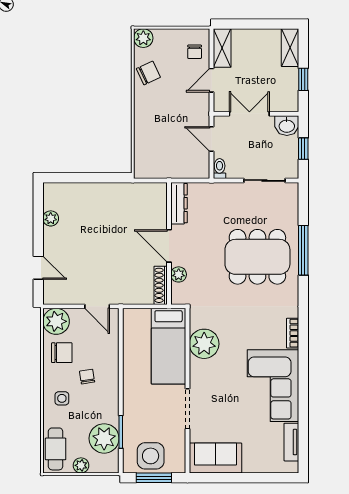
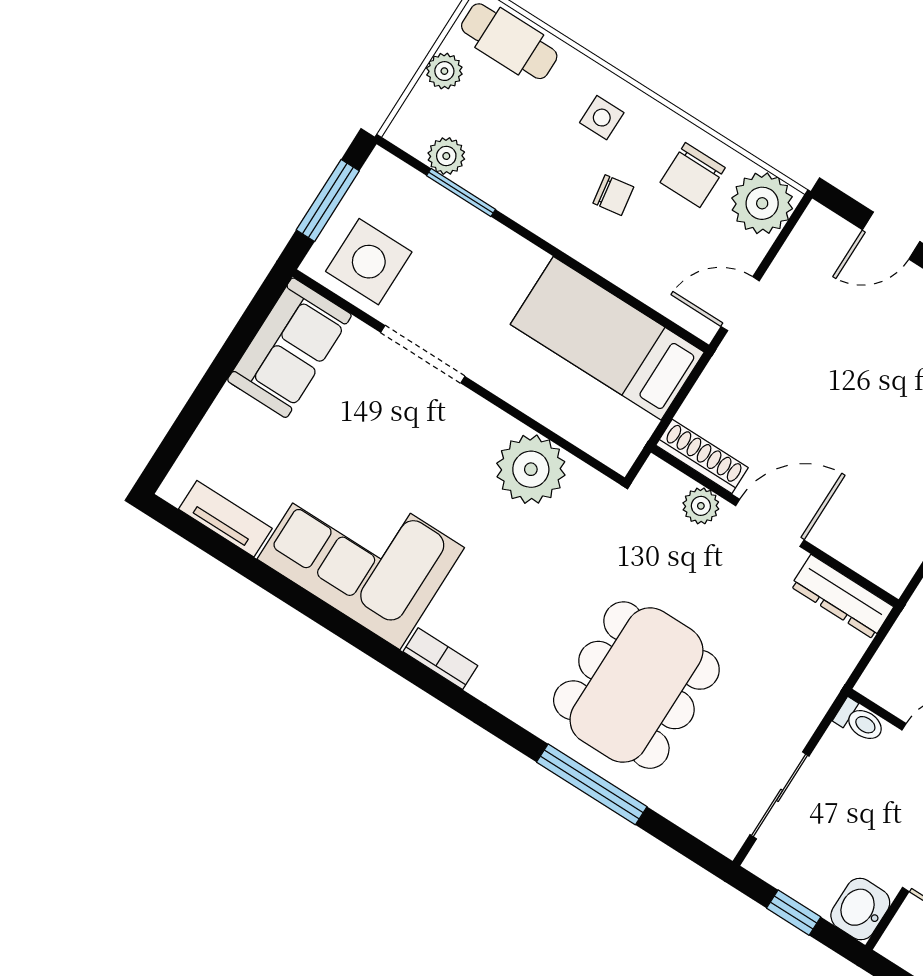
bed: (169, 346) -> (607, 338), moved
plant: (104, 438) -> (446, 156), width x0.53, depth x0.53
side table: (151, 456) -> (369, 262), moved

